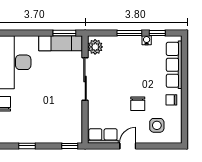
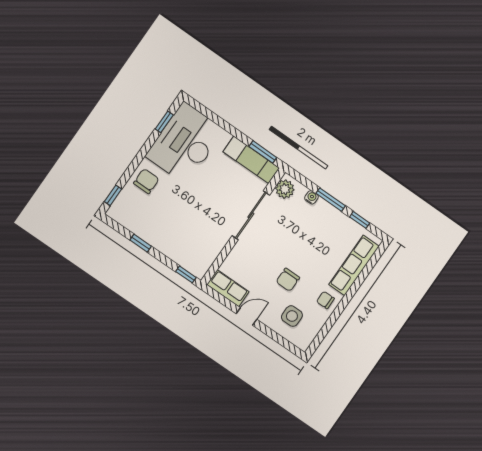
water cooler: (147, 40) -> (311, 197), moved

